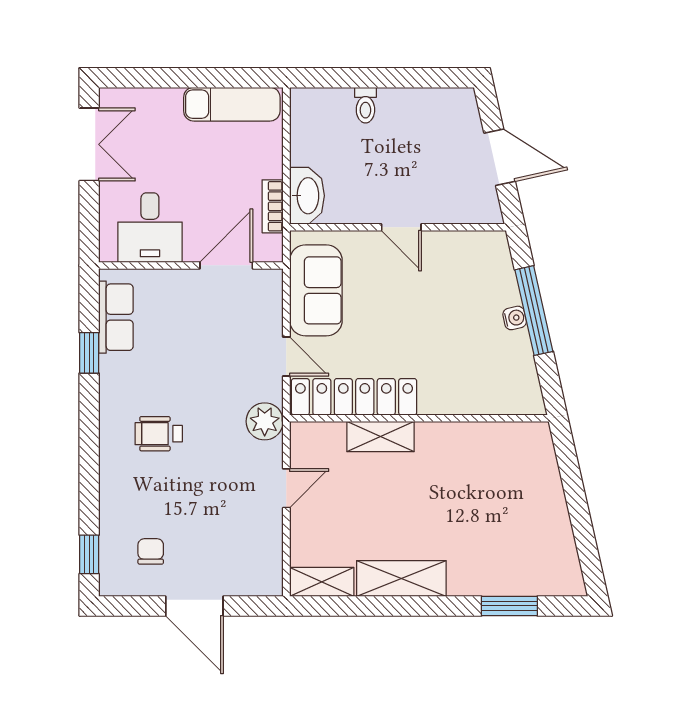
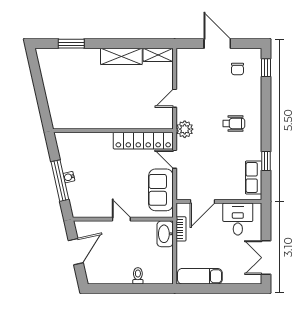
door: (500, 157) -> (76, 252), swing flipped
shelving: (381, 437) -> (131, 122), removed

